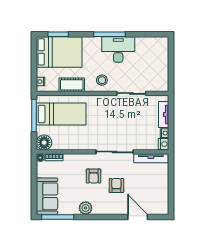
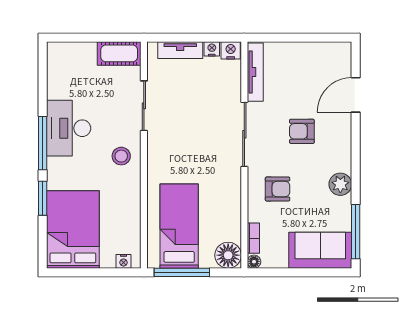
window: (58, 34) -> (43, 198), moved
cot: (72, 85) -> (119, 53), moved, turned 90
armchair: (94, 176) -> (278, 189), moved

